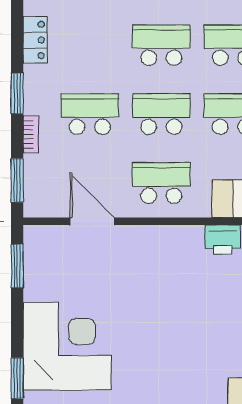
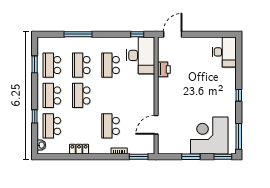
window: (17, 93) -> (102, 157), removed
school desk: (161, 114) -> (111, 95), removed
school desk: (161, 183) -> (140, 95), removed
window: (17, 266) -> (191, 157), moved

